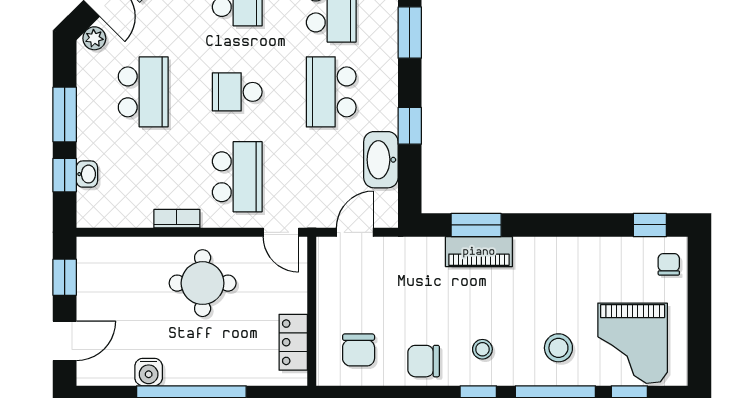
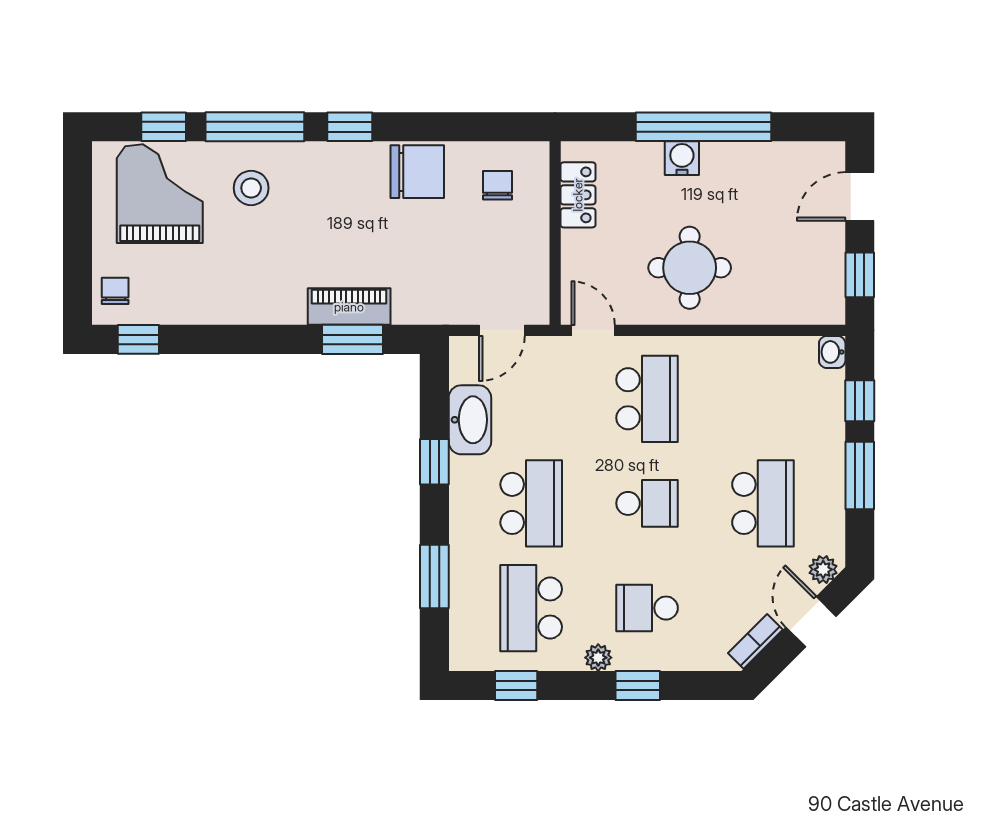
school desk: (143, 92) -> (763, 503), turned 180
washbasin: (87, 174) -> (832, 352), moved
school desk: (237, 177) -> (647, 399), turned 180
bookcase: (177, 219) -> (721, 347), removed
chair: (669, 264) -> (115, 291), turned 180
stool: (482, 349) -> (345, 186), removed
chair: (359, 350) -> (497, 185), width x0.73, depth x0.73
chair: (424, 361) -> (417, 172), width x1.37, depth x1.37
water cooler: (149, 372) -> (682, 158), moved

